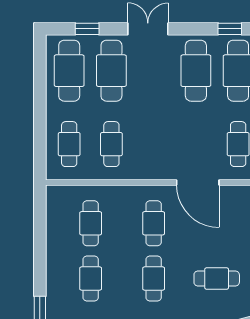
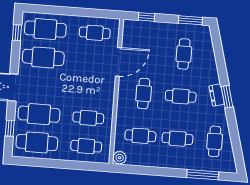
plant: (56, 195) -> (120, 158), added
cafe table: (154, 223) -> (144, 93), turned 90

